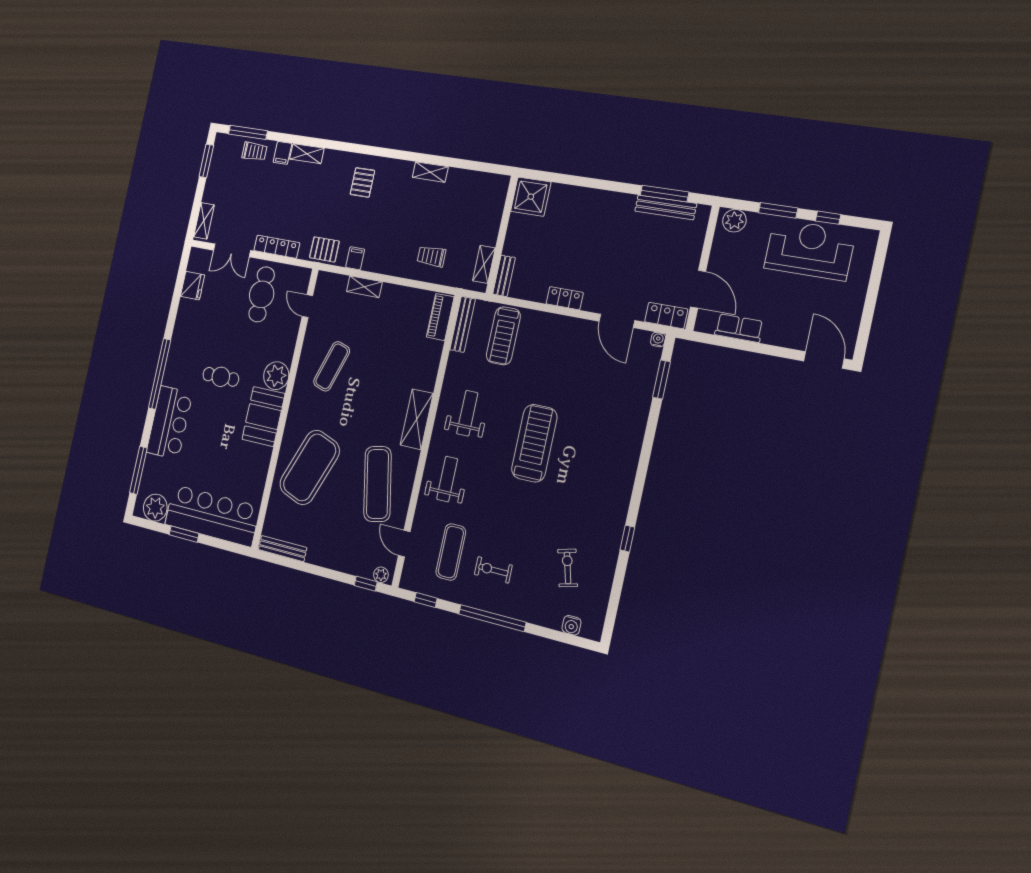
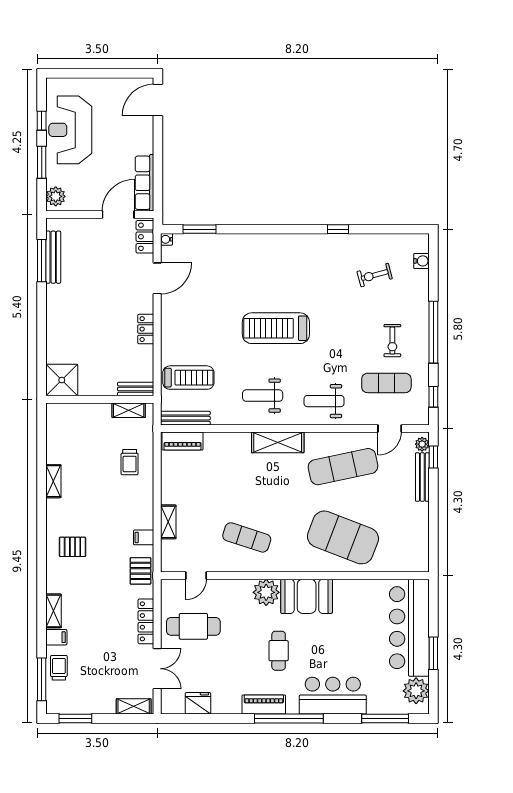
row of seats: (739, 328) -> (145, 183), width x1.48
piano: (177, 352) -> (264, 705), added
bench: (283, 549) -> (422, 477), moved

